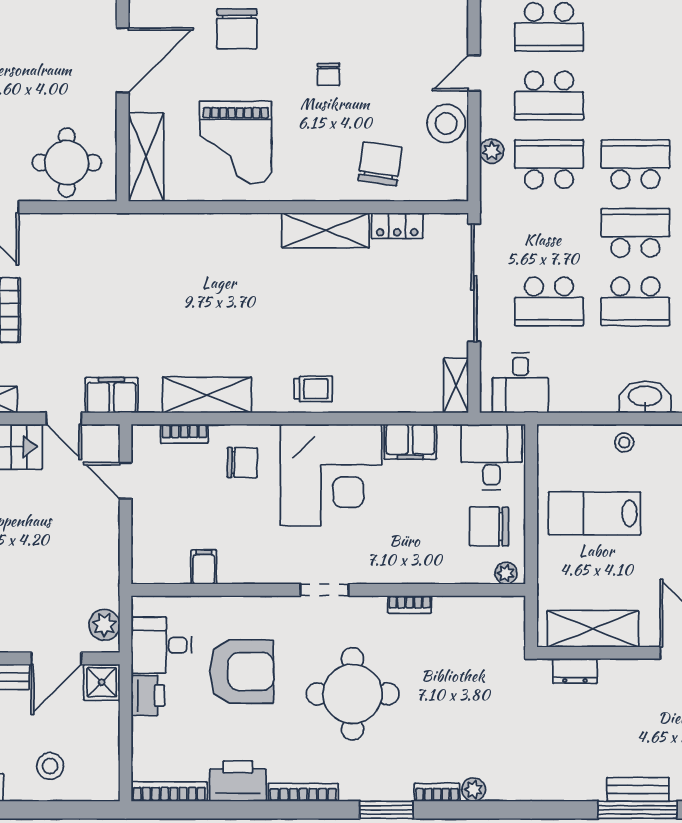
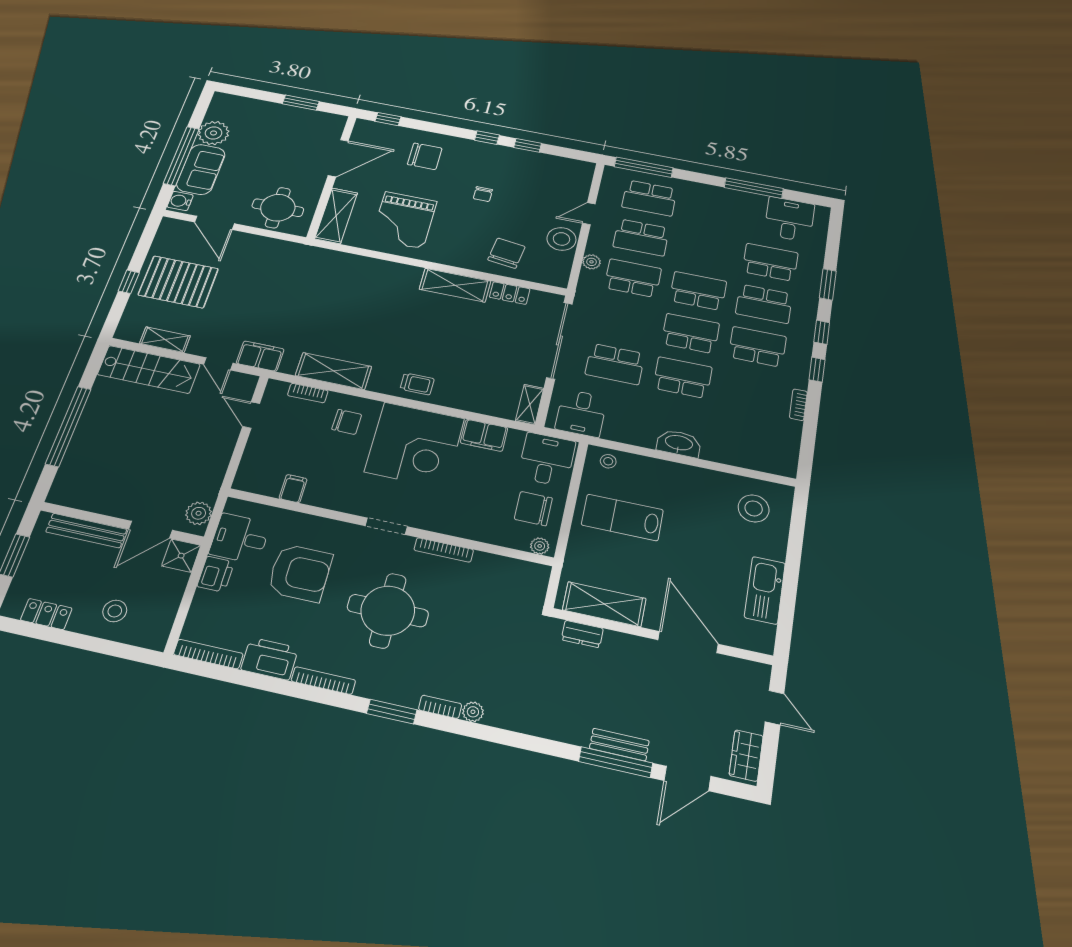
chair: (237, 29) -> (425, 156), turned -90
school desk: (635, 301) -> (683, 378), turned 180
stool: (624, 443) -> (608, 461), moved
bookcase: (410, 604) -> (444, 550), width x1.56

